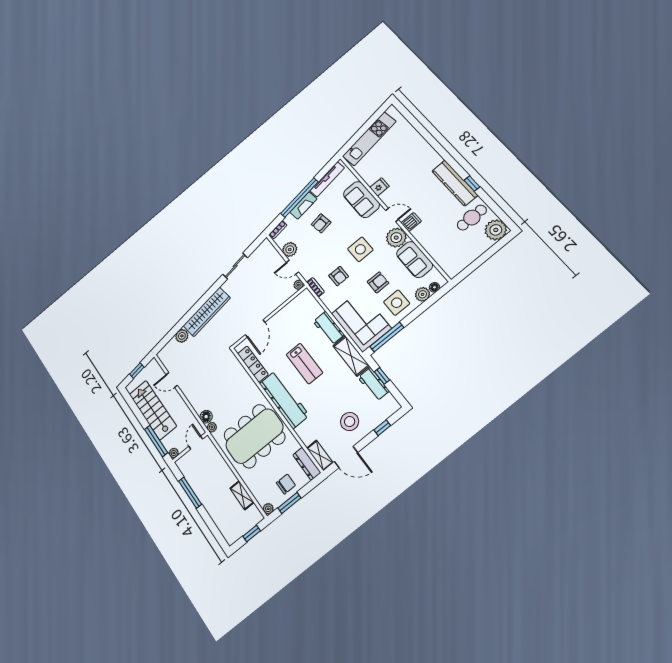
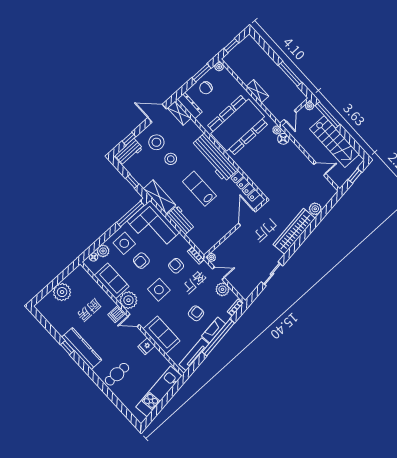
cafe table: (472, 218) -> (117, 374), moved
plant: (496, 230) -> (62, 292), moved
workbench: (374, 384) -> (129, 152), moved, turned 90
stool: (334, 400) -> (171, 159), added
shelving: (242, 495) -> (257, 91), moved

